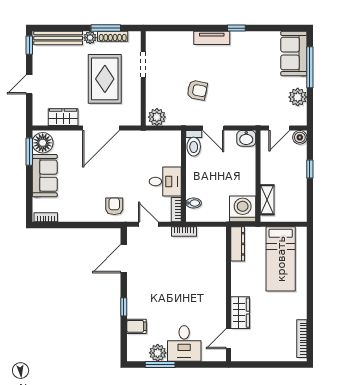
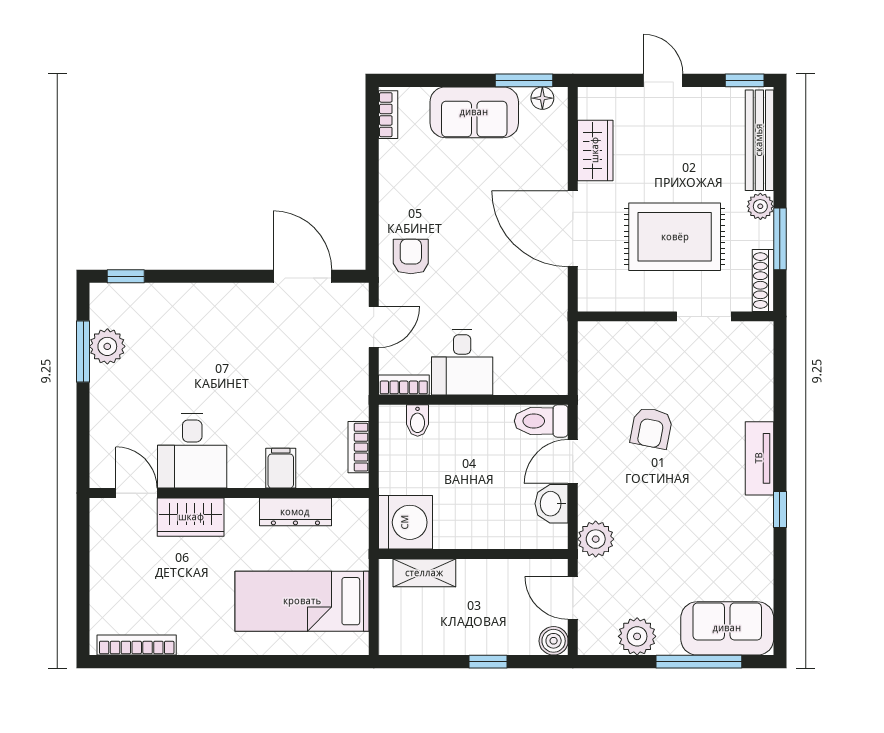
shoe rack: (113, 36) -> (763, 280), moved
plant: (157, 117) -> (596, 539), moved
washbasin: (246, 138) -> (552, 504), moved
floor lamp: (43, 143) -> (542, 98), width x0.53, depth x0.53
armchair: (114, 206) -> (411, 256), turned -90
bookcase: (184, 231) -> (359, 447), moved
dresser: (238, 244) -> (295, 512), moved
window: (124, 307) -> (126, 276), moved
filing cabinet: (137, 326) -> (281, 468), moved, turned 180
desk: (184, 343) -> (192, 451), moved, turned -90

